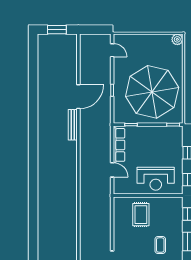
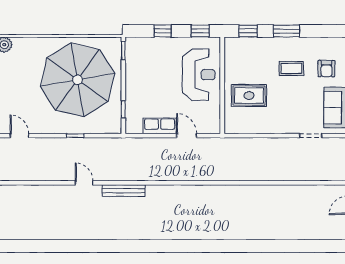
door: (112, 50) -> (19, 136), hinge flipped
door: (78, 97) -> (84, 183), width x0.53
row of seats: (119, 145) -> (160, 126), width x0.68
door: (112, 170) -> (187, 136), hinge flipped

